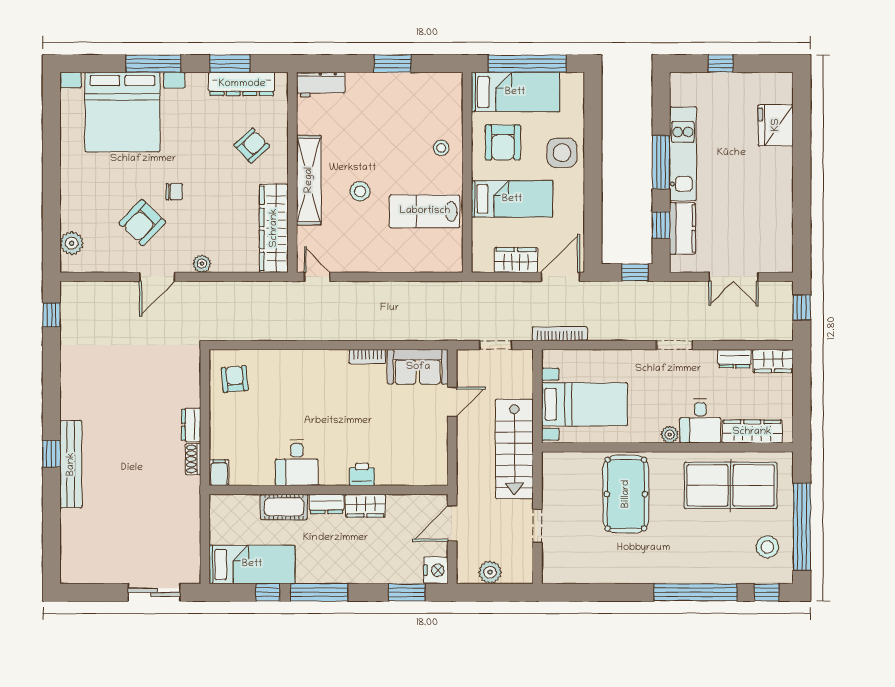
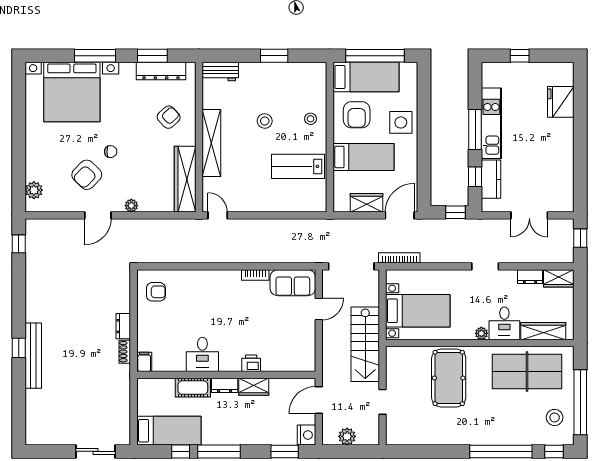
stool: (360, 191) -> (265, 121), moved
doorway: (496, 345) -> (351, 266), width x1.87
armchair: (235, 379) -> (156, 292), turned 95

